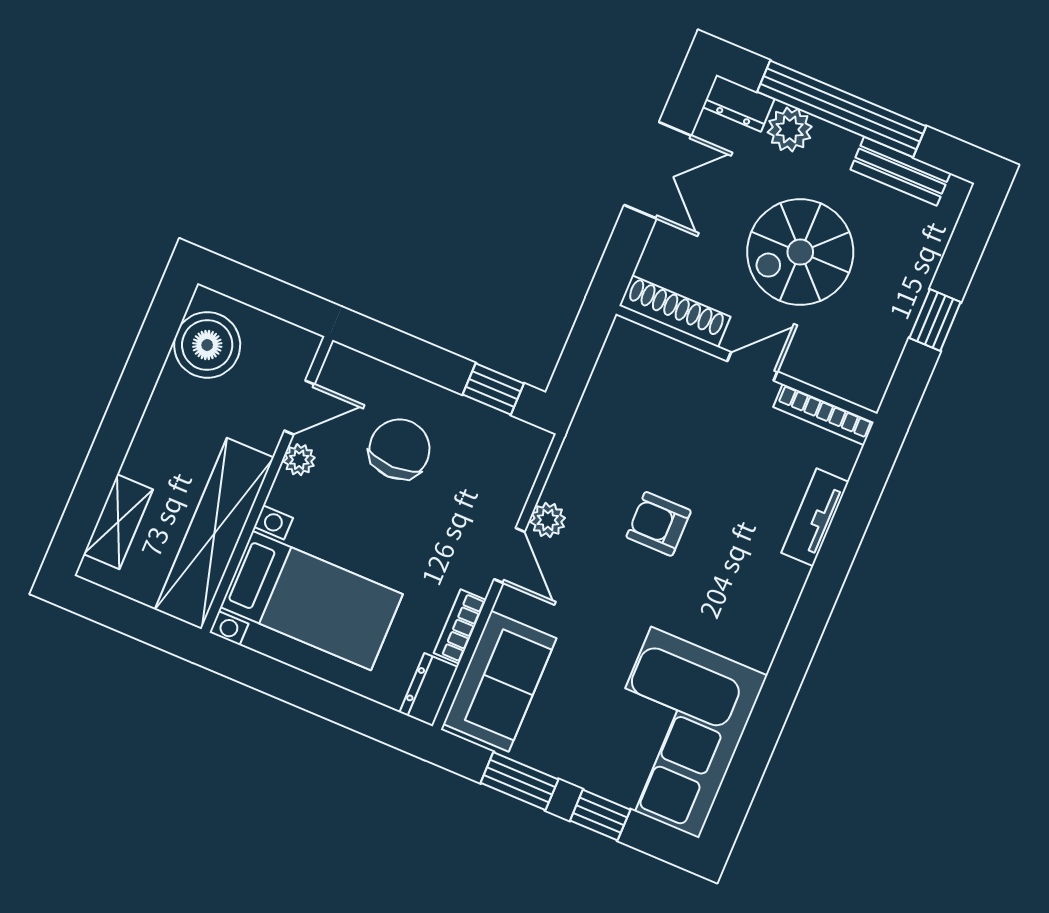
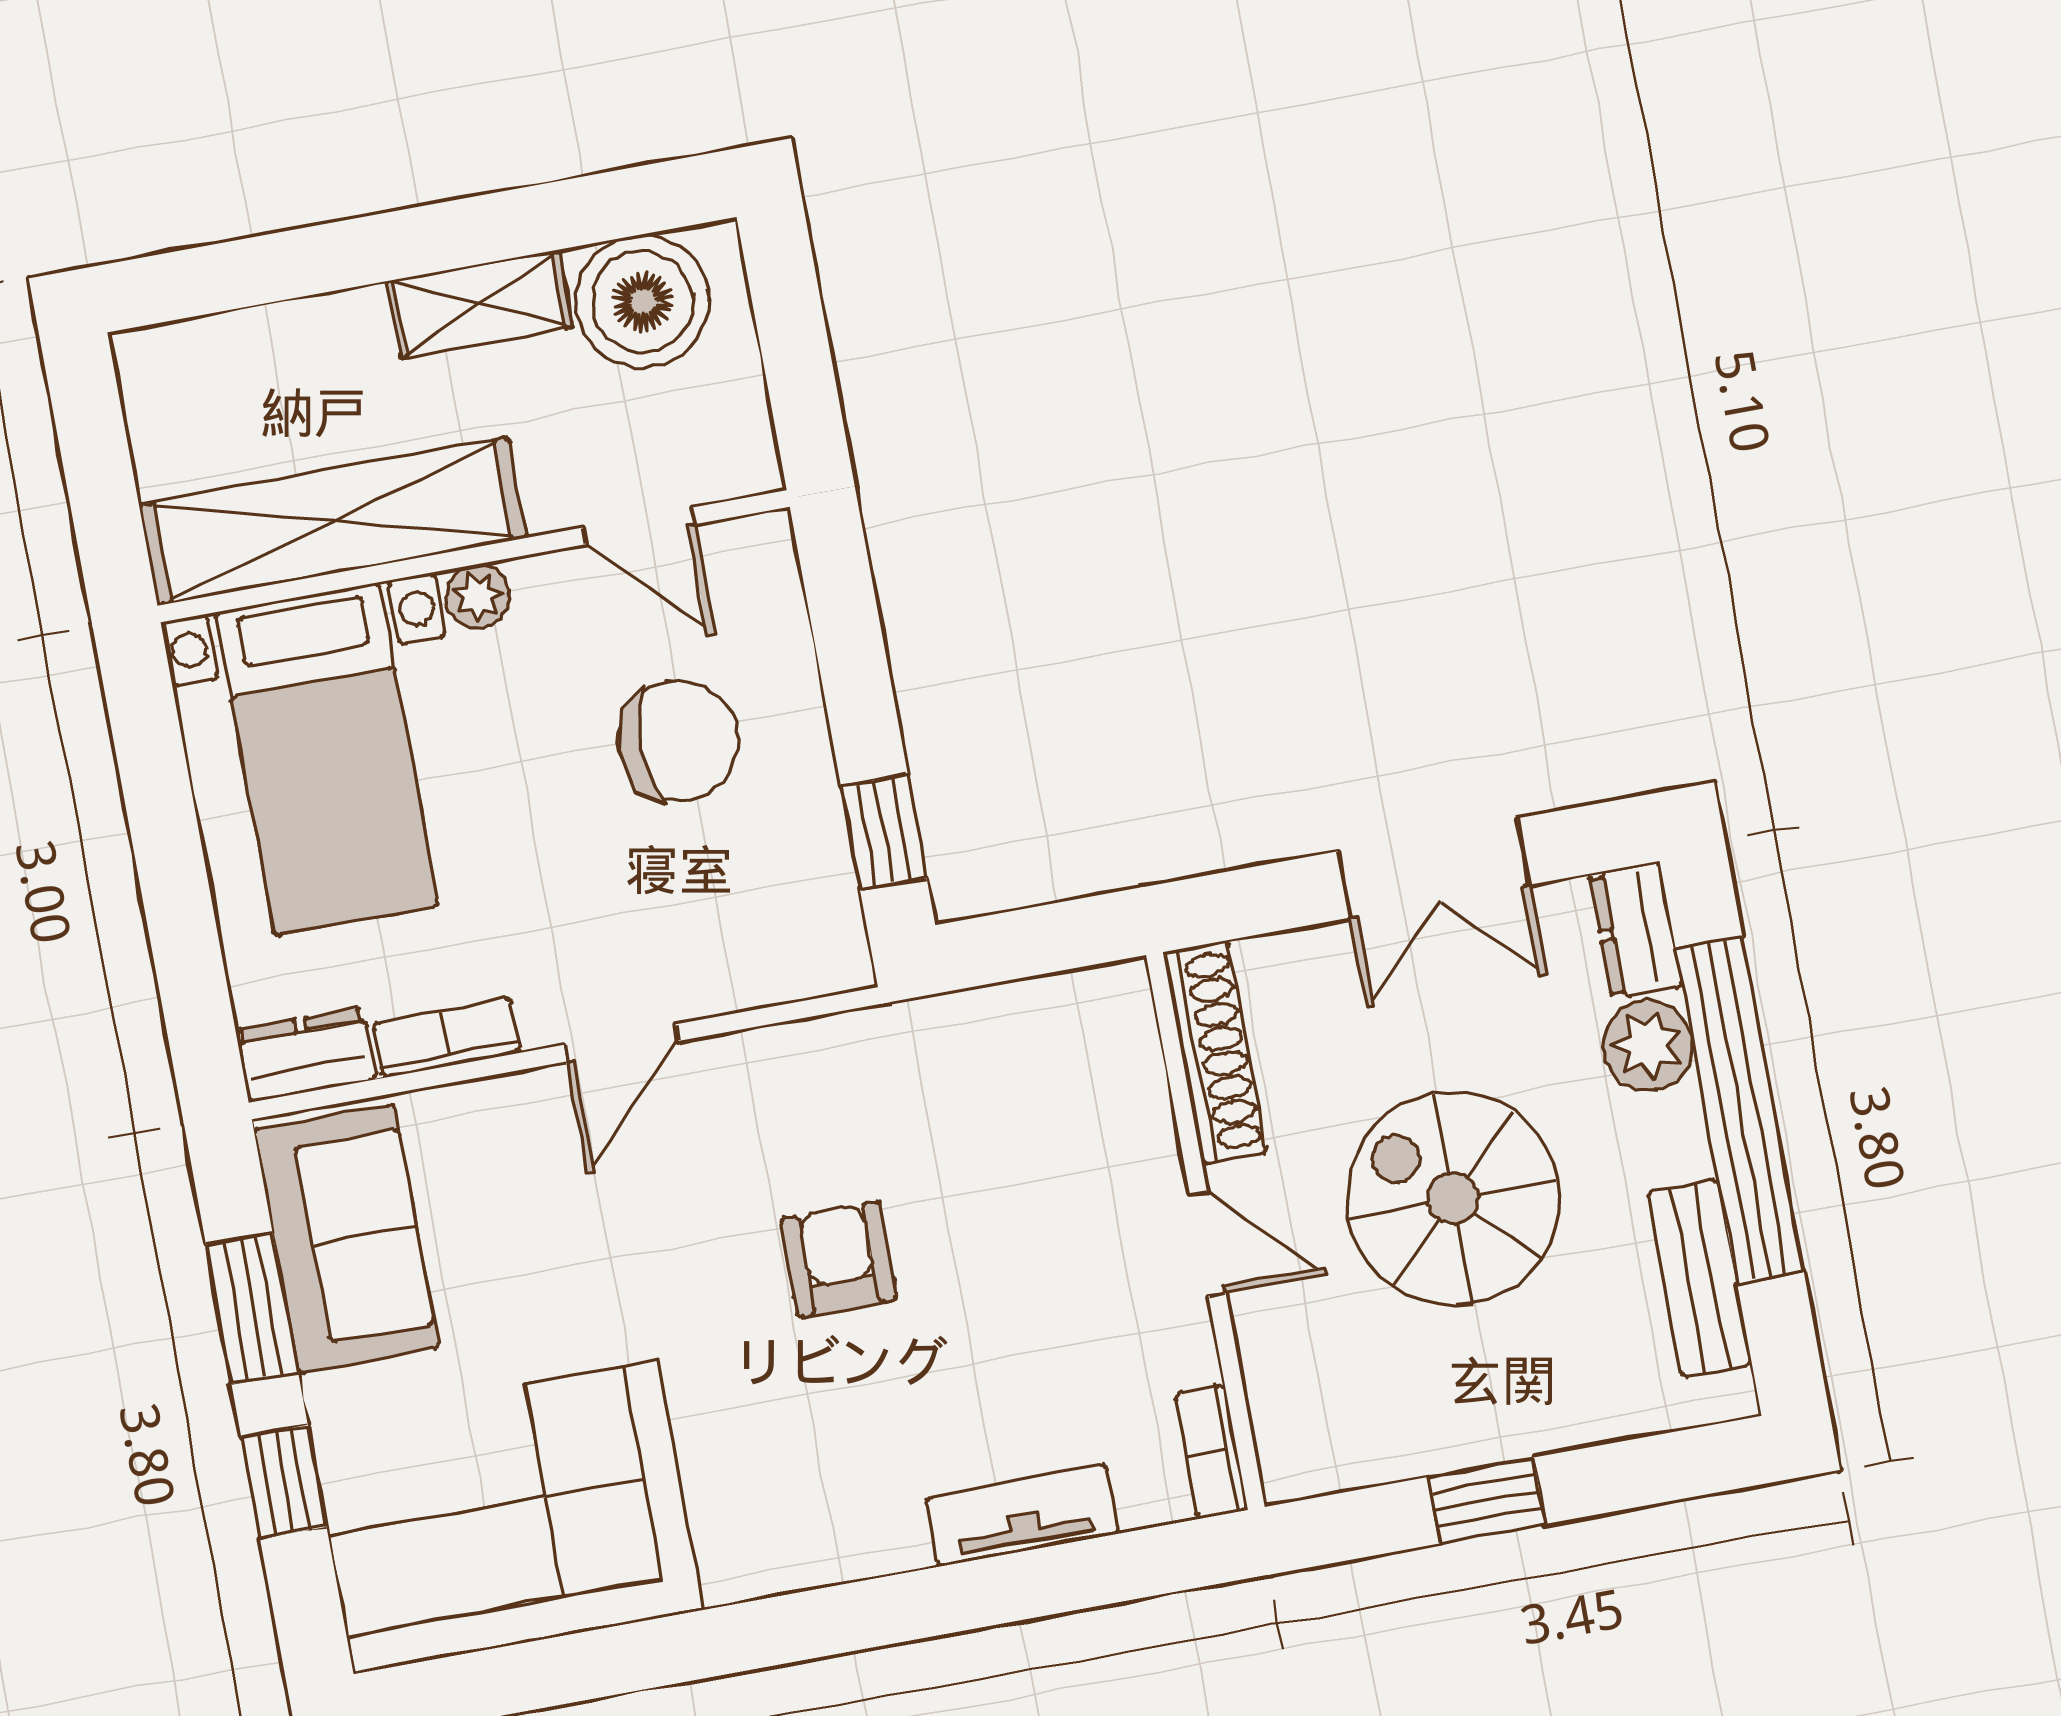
bookcase: (824, 415) -> (1211, 1452), width x0.64
plant: (299, 460) -> (478, 596), moved
plant: (548, 520) -> (723, 1069), removed
shelving: (118, 522) -> (480, 304), moved
sofa: (500, 681) -> (347, 1239), moved, turned -90

